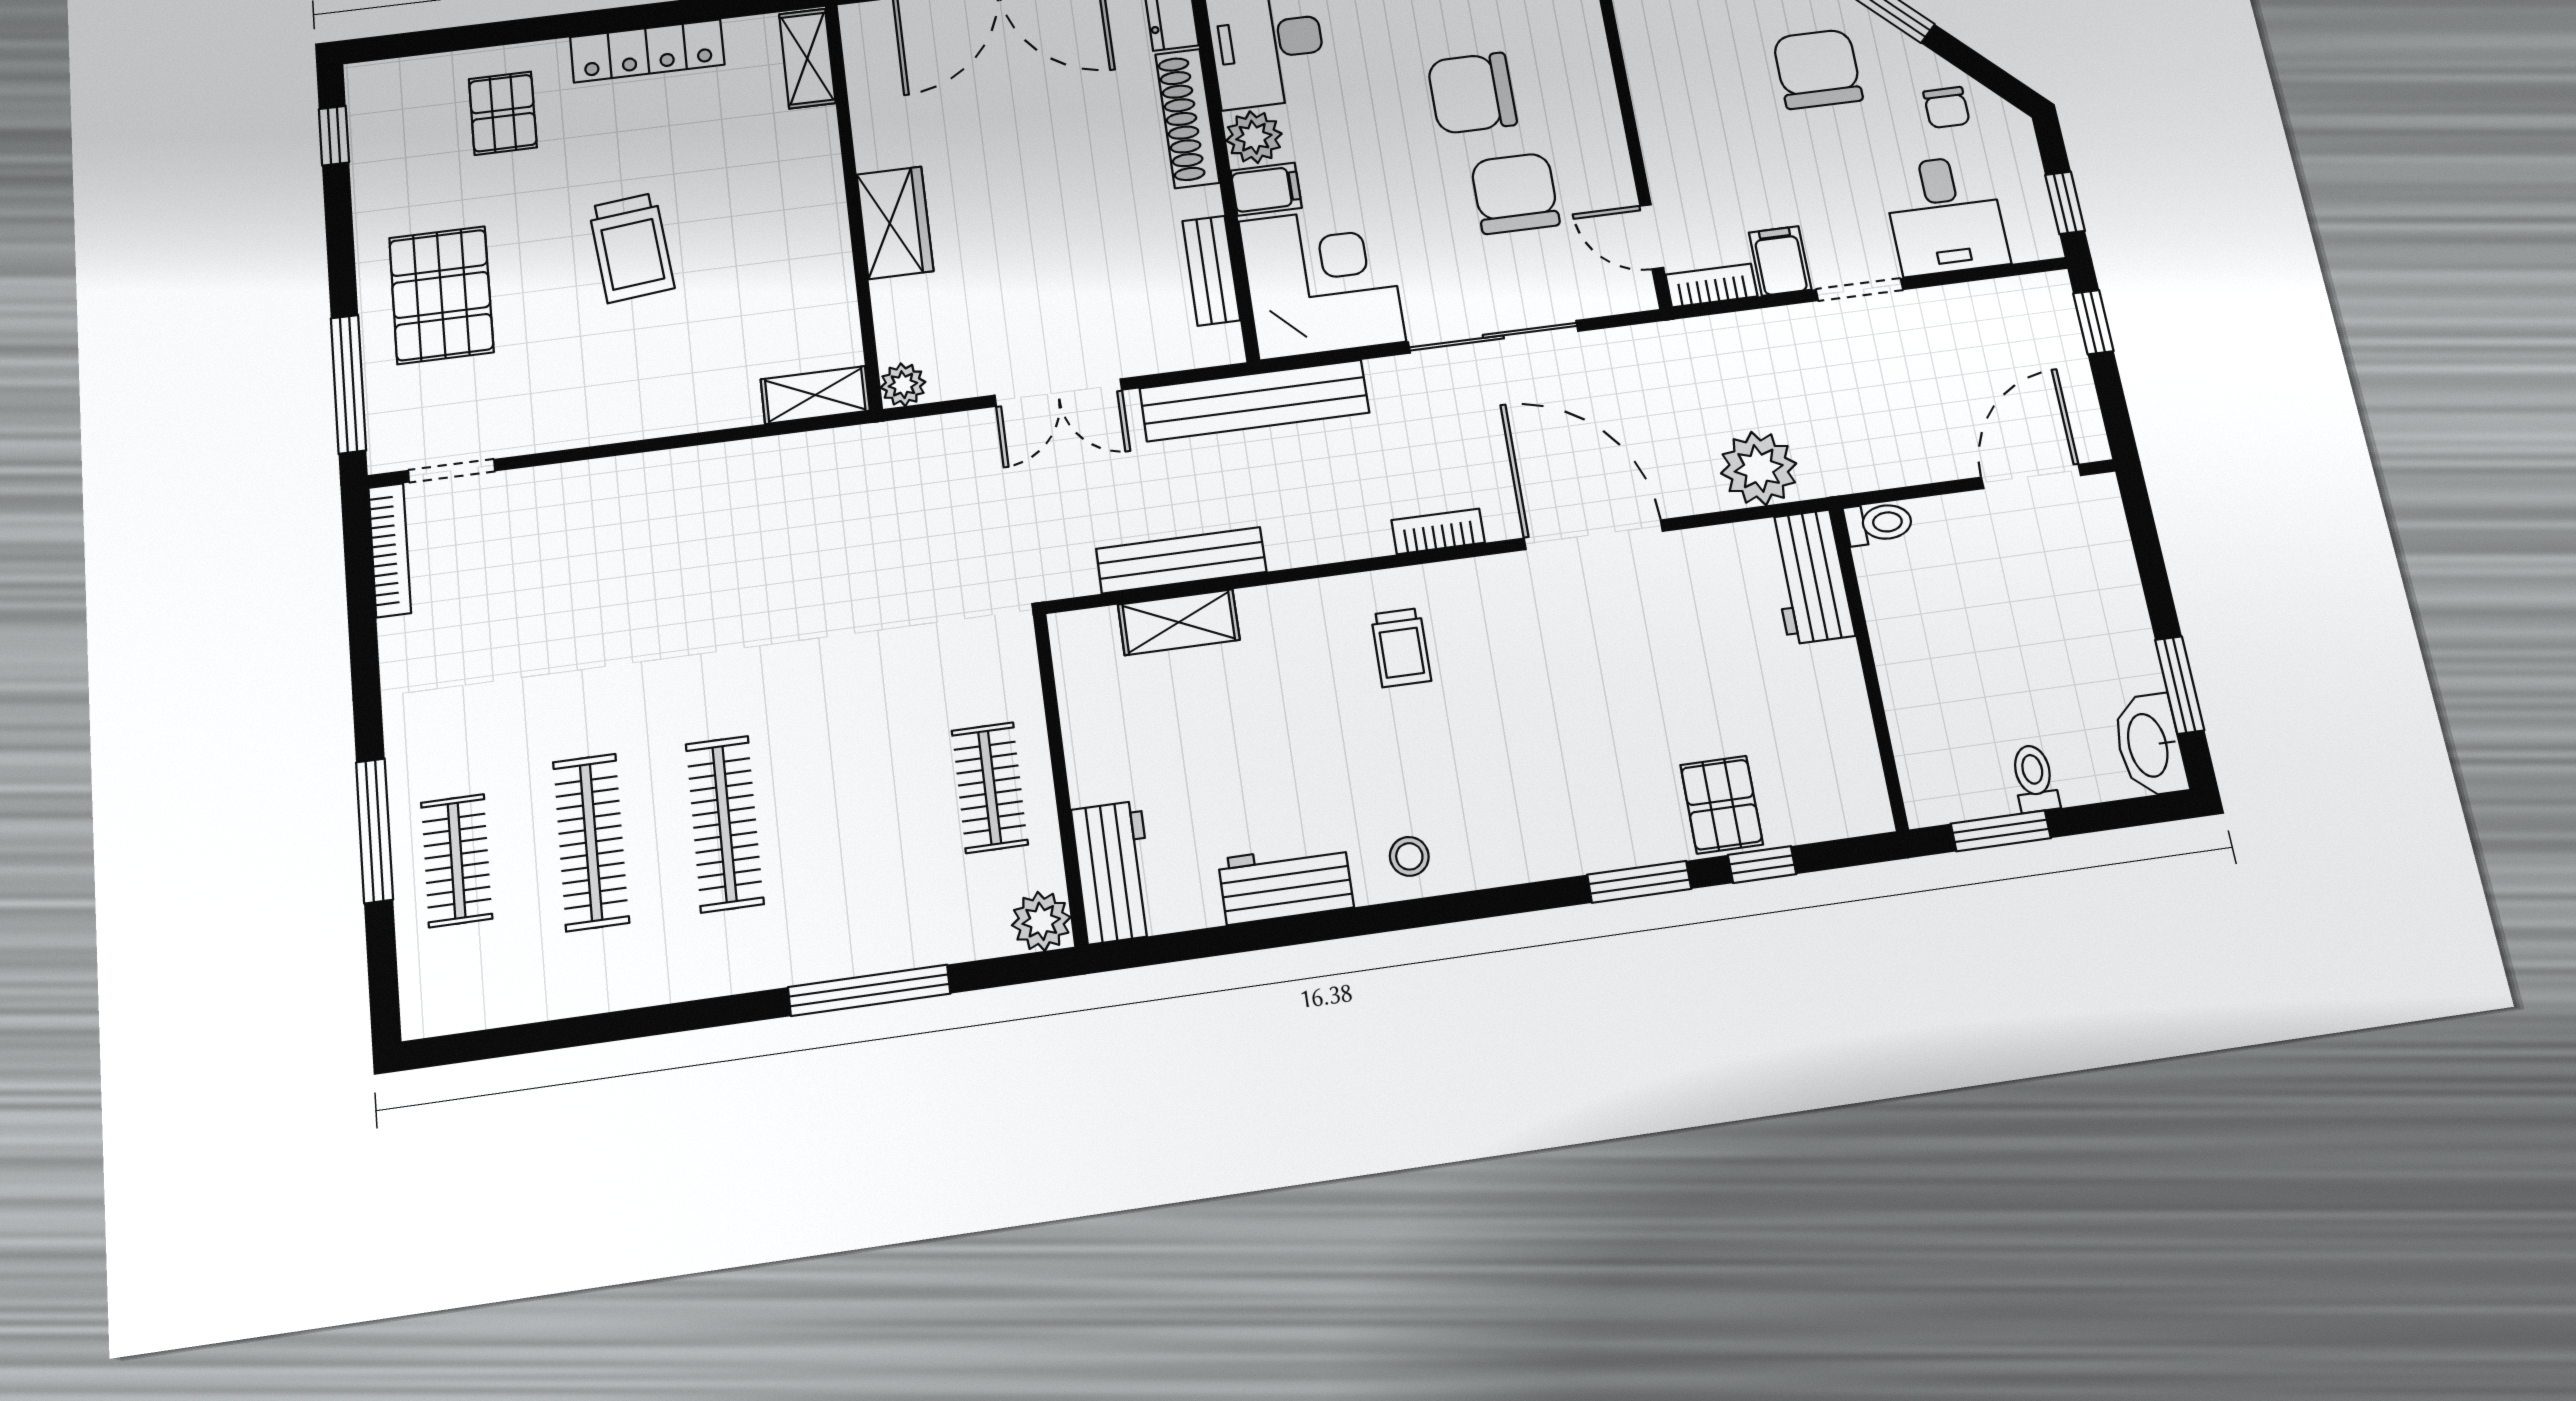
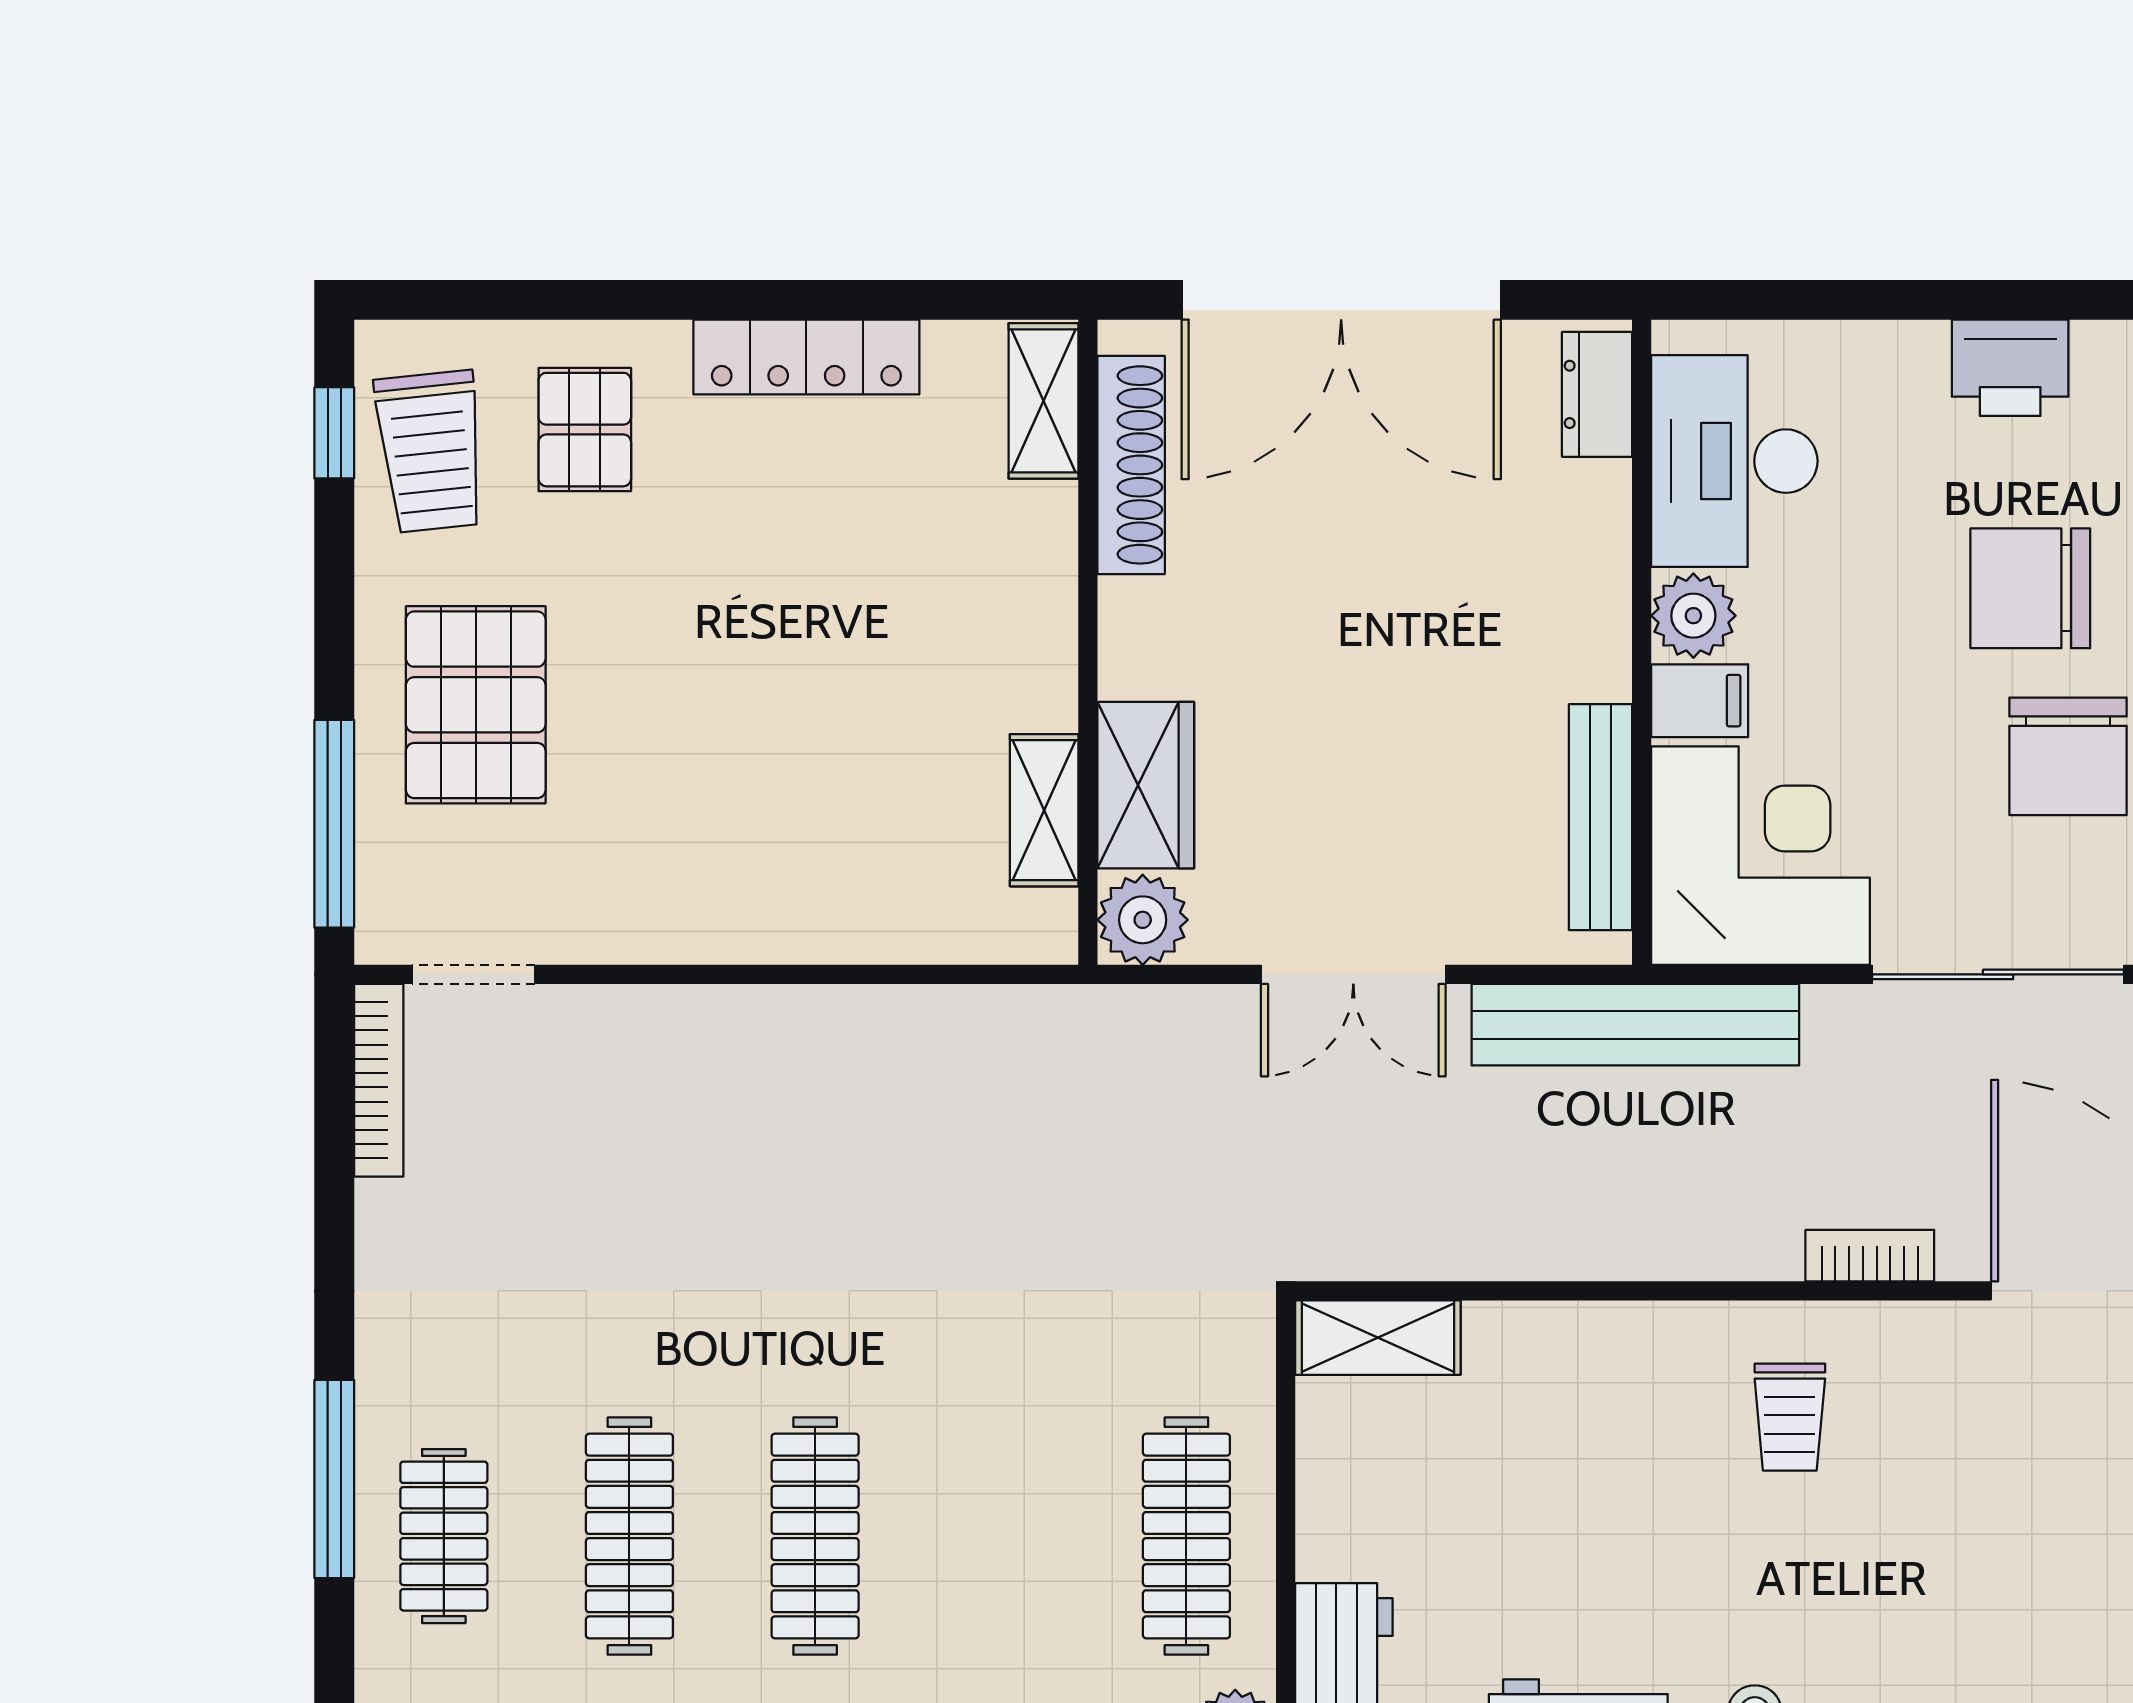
shoe rack: (1187, 118) -> (1131, 465), moved, turned 180
chair: (1515, 193) -> (2068, 756), turned 180
wardrobe: (895, 223) -> (1146, 785), moved
trolley: (631, 248) -> (431, 452), moved
bench: (1211, 271) -> (1600, 817), width x1.36
plant: (903, 385) -> (1143, 920), width x1.38, depth x1.38
shelving: (815, 395) -> (1044, 810), moved, turned 90
bench: (1181, 560) -> (1497, 1248), removed
shelving: (1179, 622) -> (1378, 1338), moved
clothes rail: (990, 787) -> (1186, 1536), width x1.36

